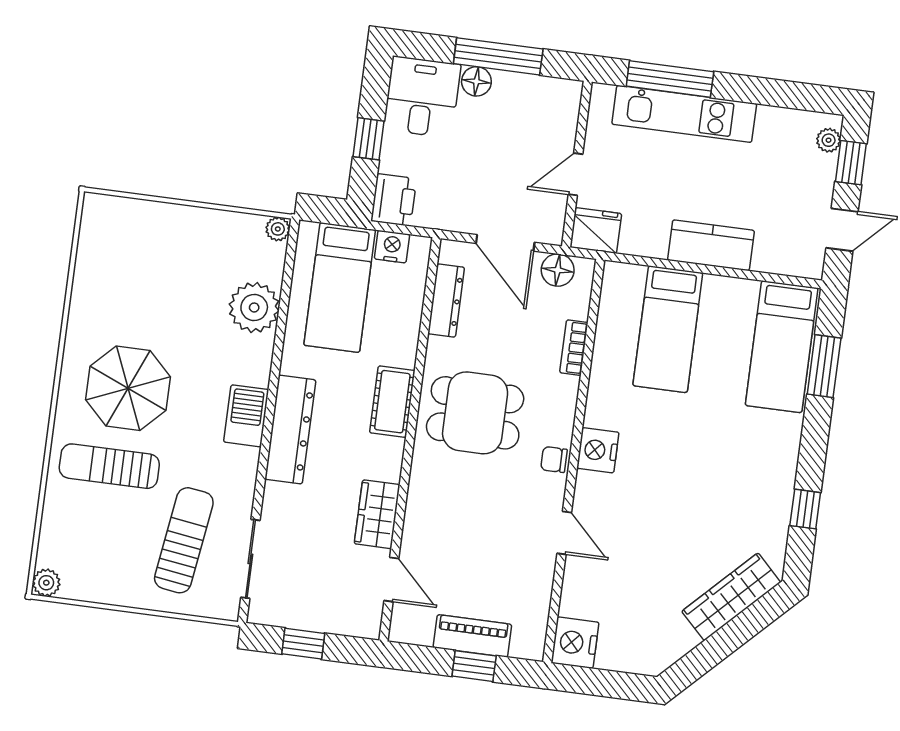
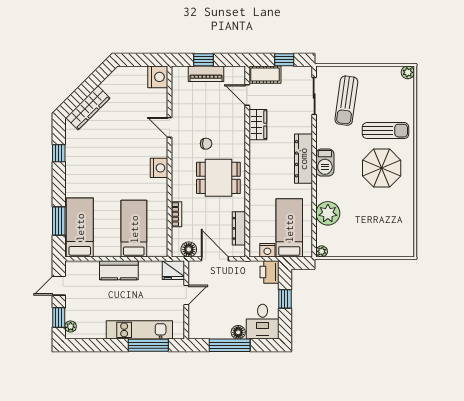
cot: (392, 402) -> (265, 75), moved, turned 90
chair: (554, 460) -> (206, 144), moved

